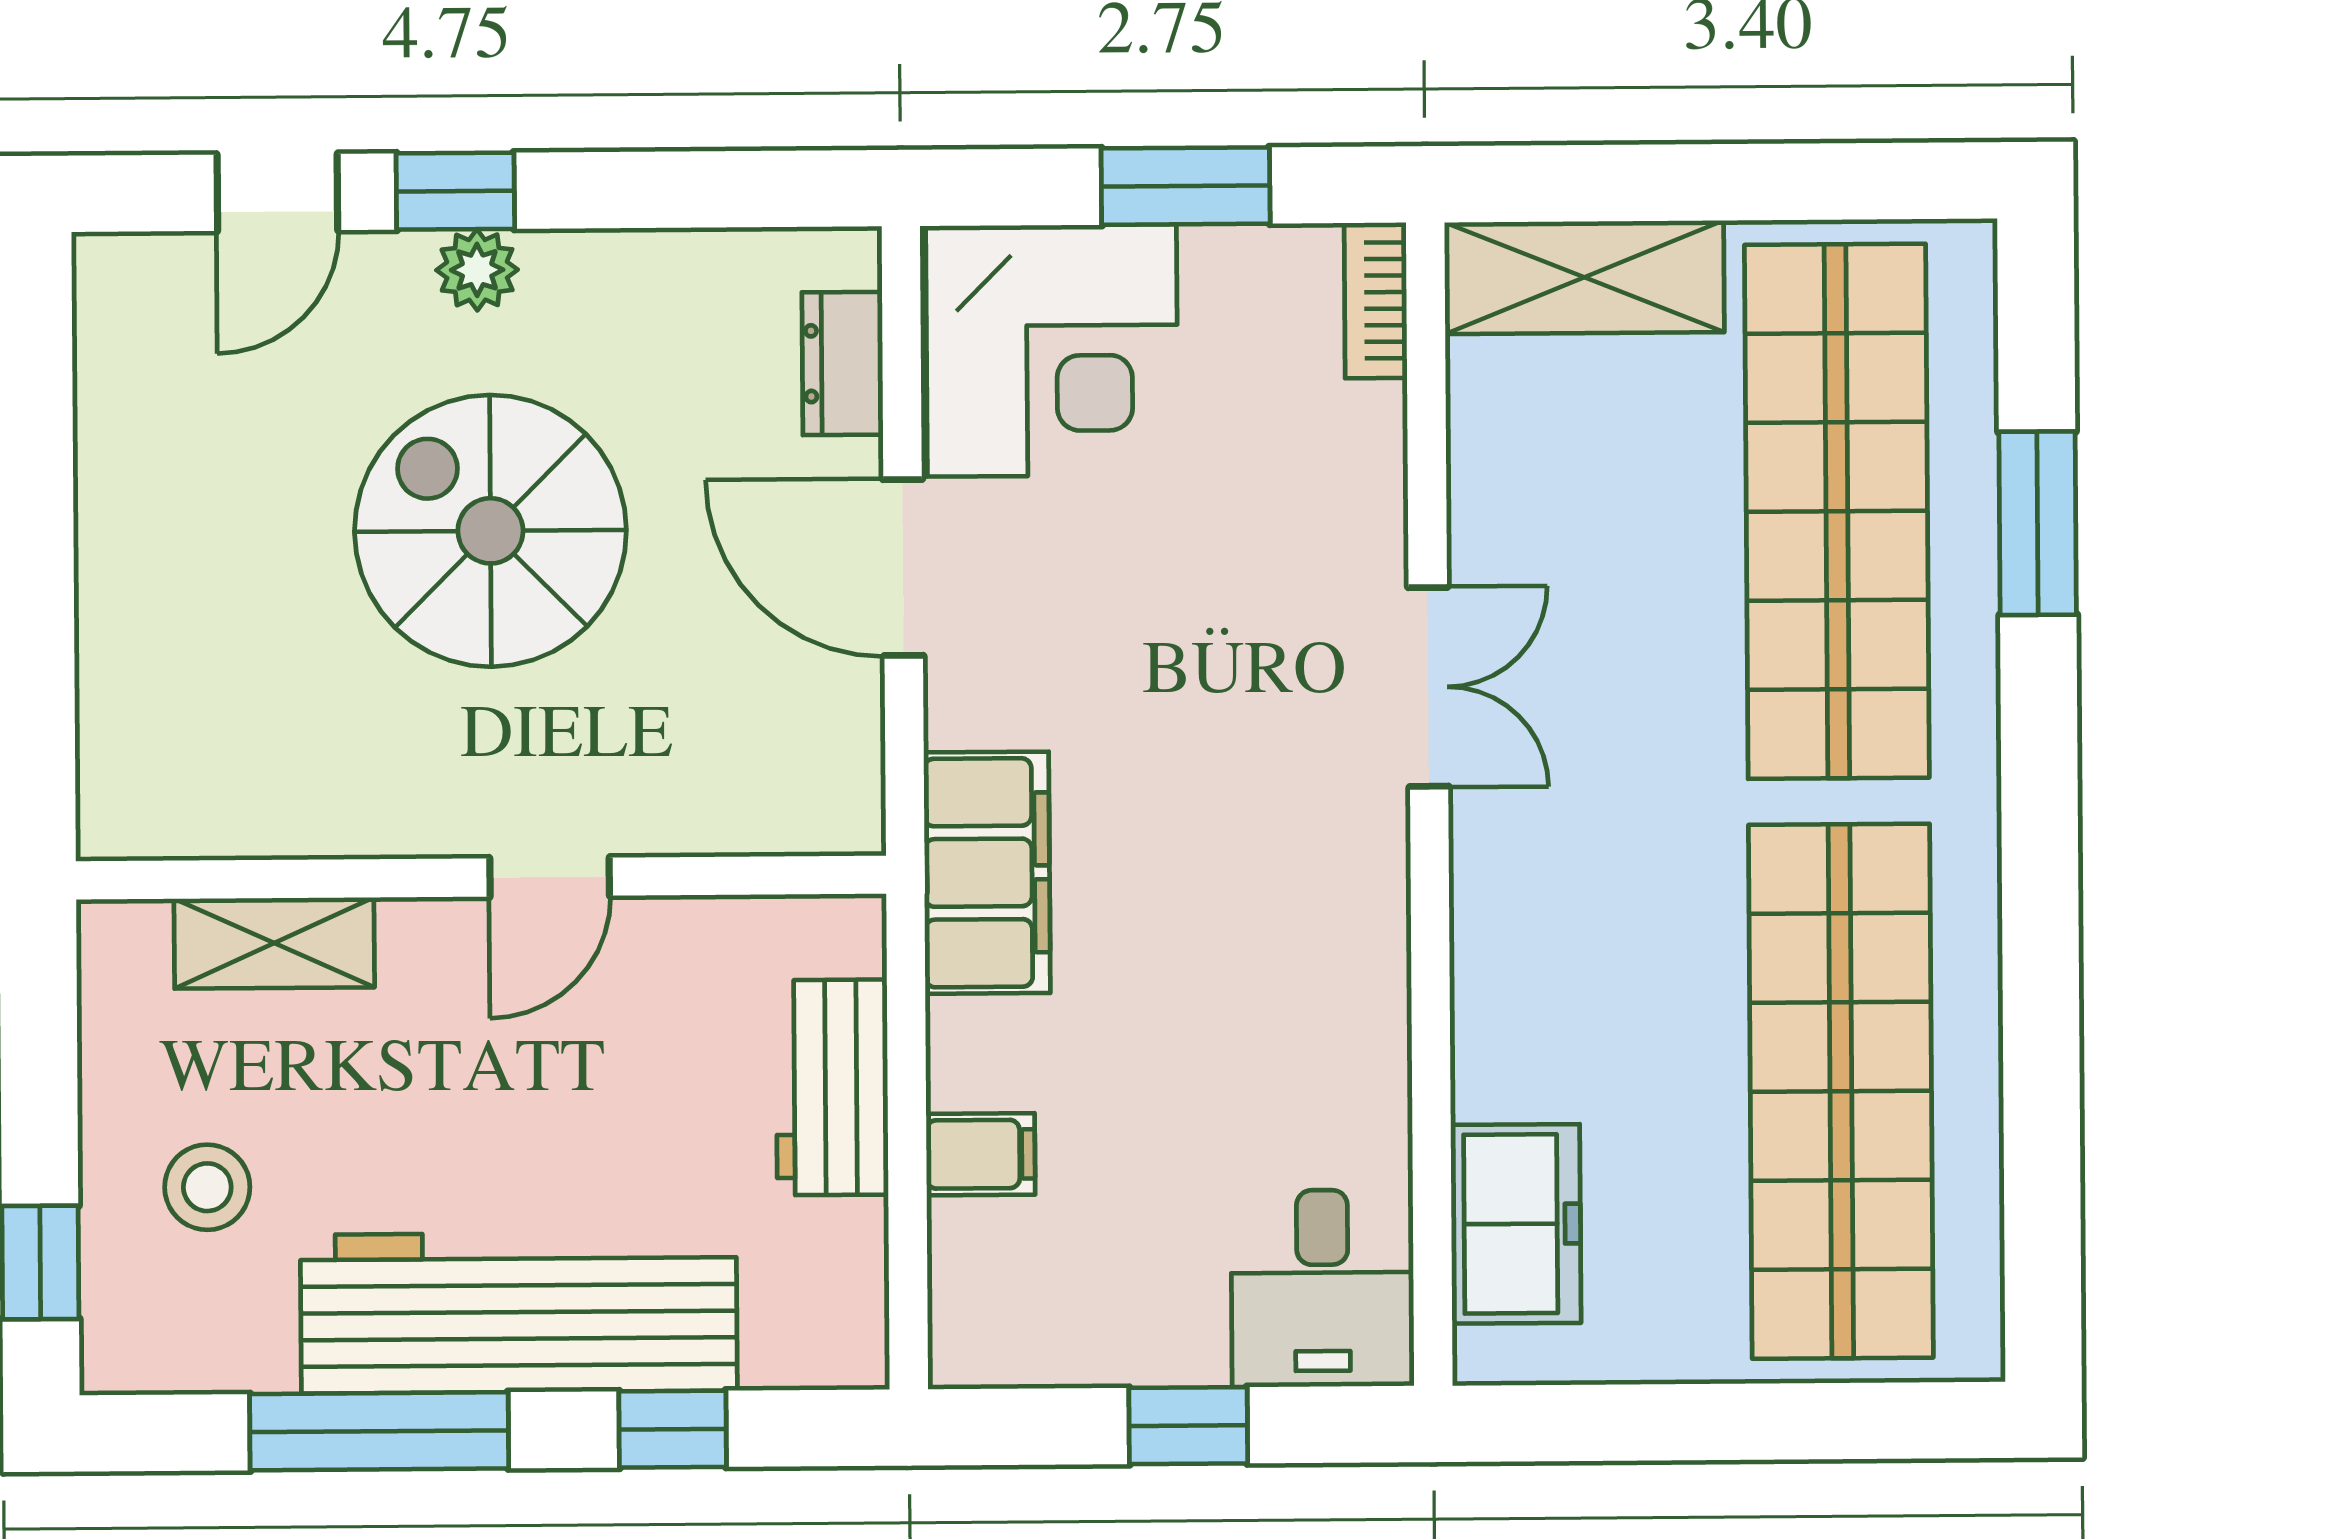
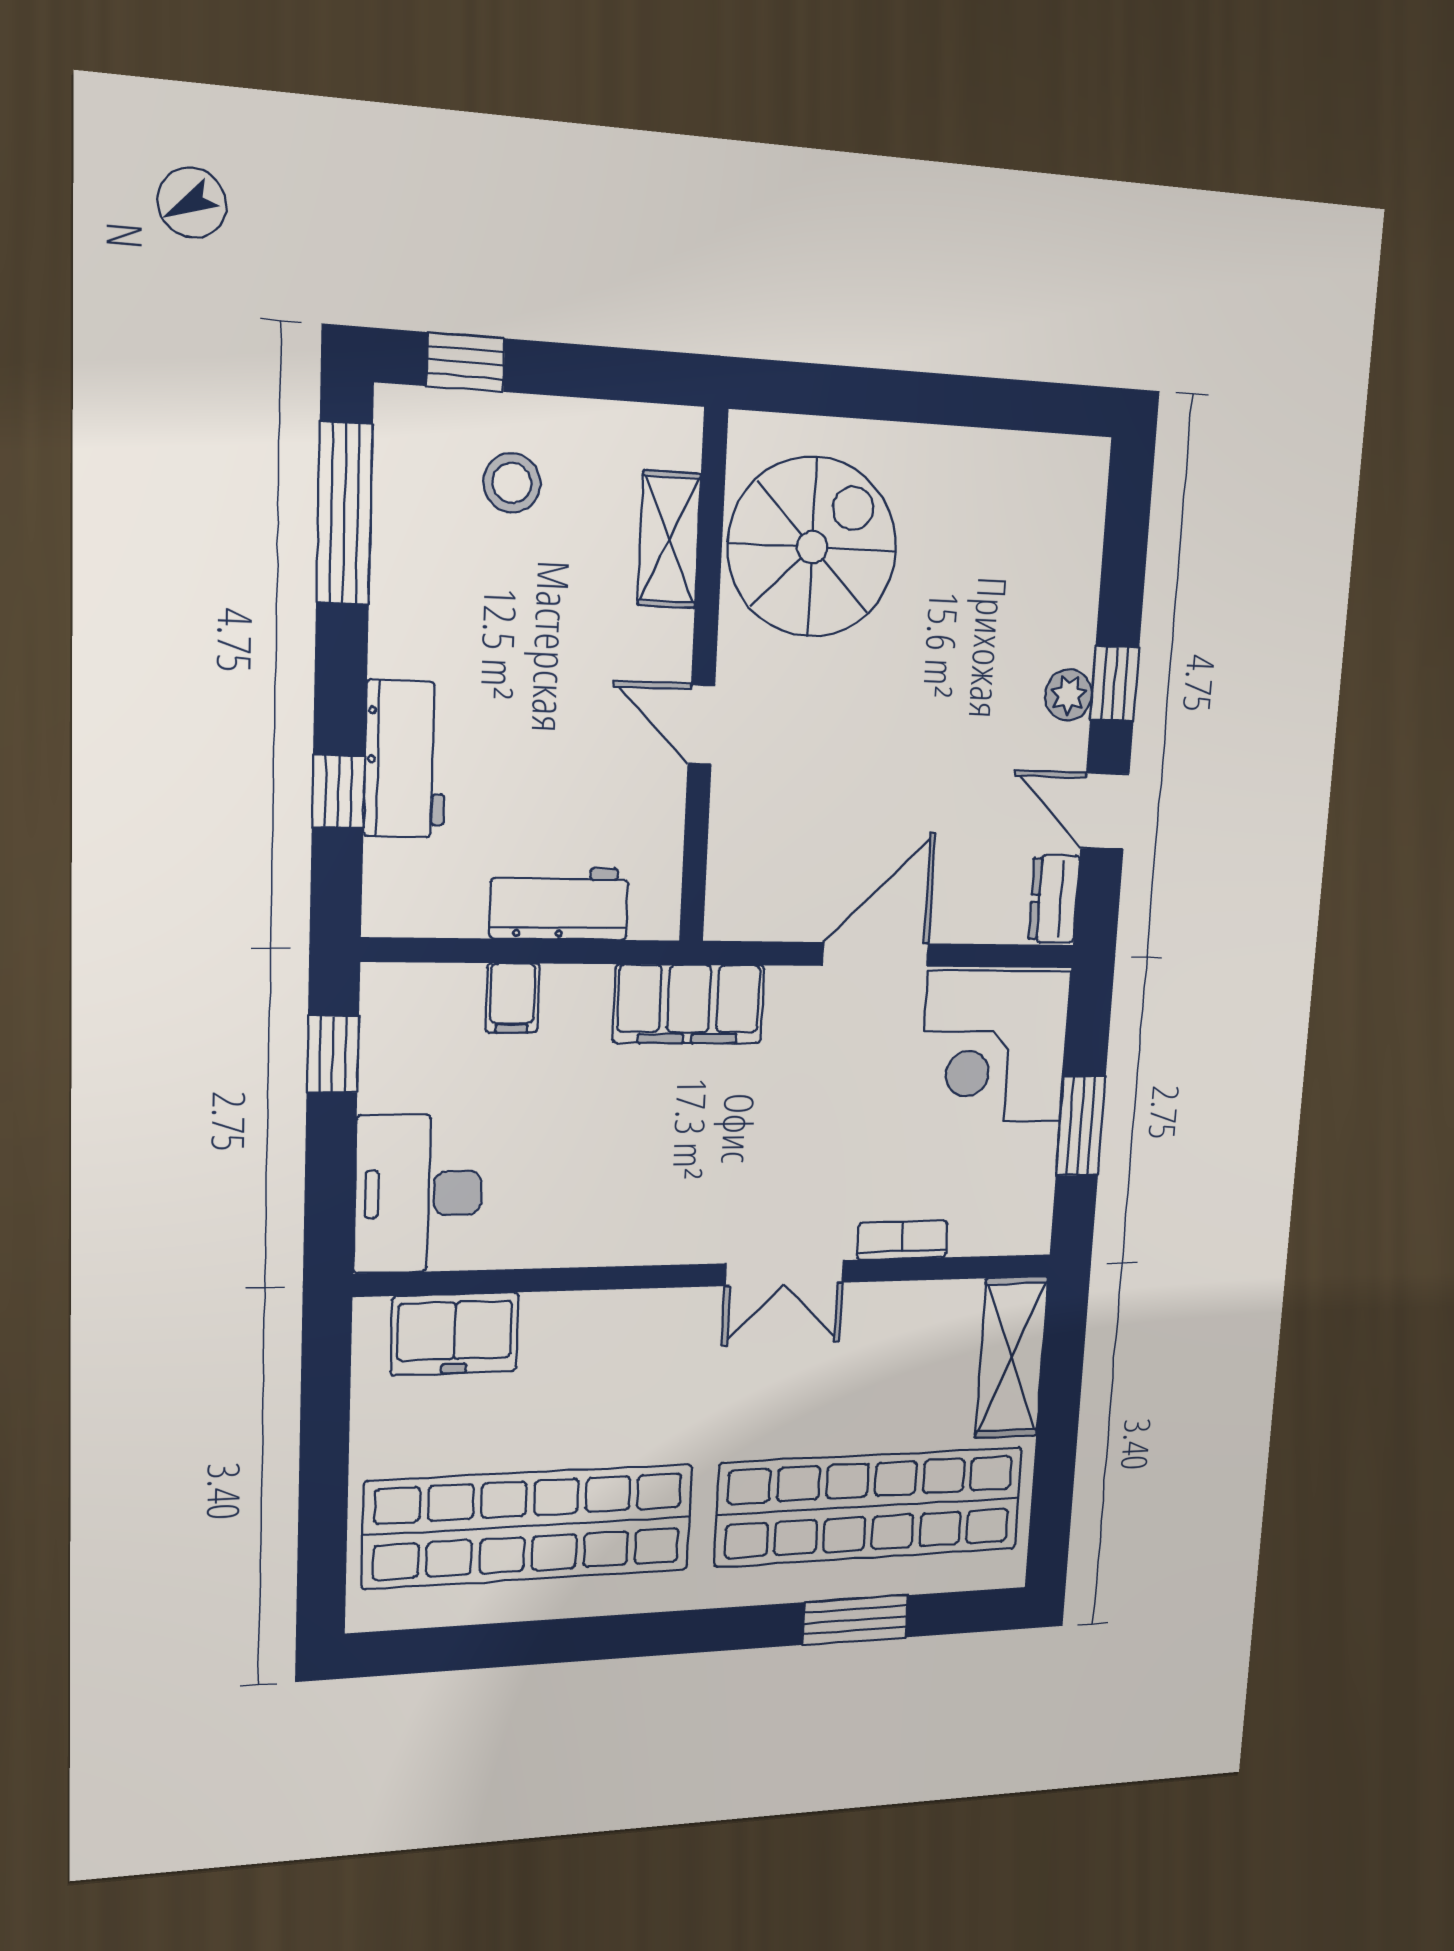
door: (277, 192) -> (1105, 811), moved
bookcase: (1376, 300) -> (902, 1240), moved
dresser: (842, 363) -> (1054, 899), moved, turned -90
spiral stairs: (490, 531) -> (812, 547), moved
desk: (1323, 1288) -> (419, 1194), width x1.37
workbench: (519, 1313) -> (405, 759), width x0.53, depth x0.76
window: (1188, 1426) -> (333, 1054), moved
window: (379, 1431) -> (344, 514), moved

